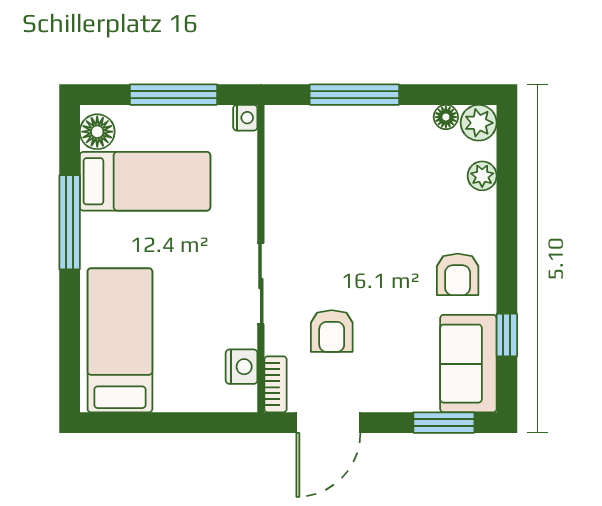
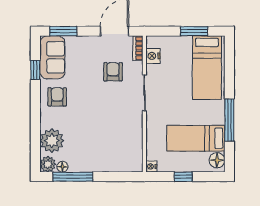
window: (173, 95) -> (183, 177), width x0.46
window: (354, 95) -> (73, 177), moved
plant: (482, 176) -> (52, 141), width x1.87, depth x1.87
window: (149, 423) -> (194, 31), added

